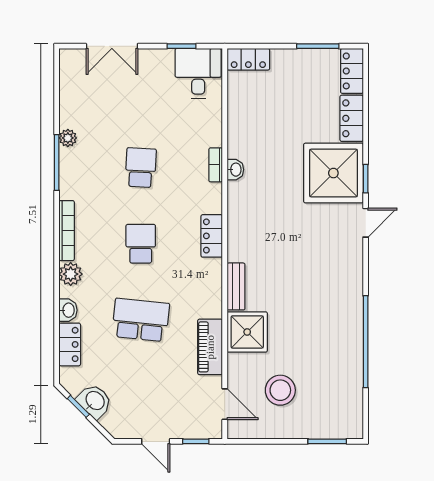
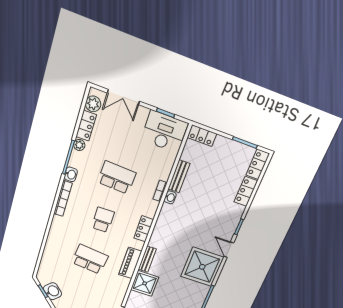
desk: (198, 73) -> (164, 132), width x1.37
bench: (237, 132) -> (179, 176), added
school desk: (141, 168) -> (117, 178), width x1.85
shower: (333, 173) -> (202, 267), moved
door: (366, 223) -> (229, 250), swing flipped
plant: (71, 274) -> (93, 104), moved
washbasin: (68, 310) -> (71, 174), moved
locker: (70, 344) -> (86, 126), moved
piano: (210, 347) -> (130, 263), moved

